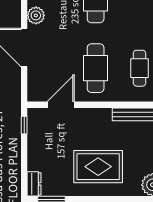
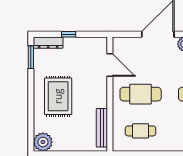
window: (24, 125) -> (69, 34), moved
dresser: (34, 184) -> (48, 43), width x1.44

